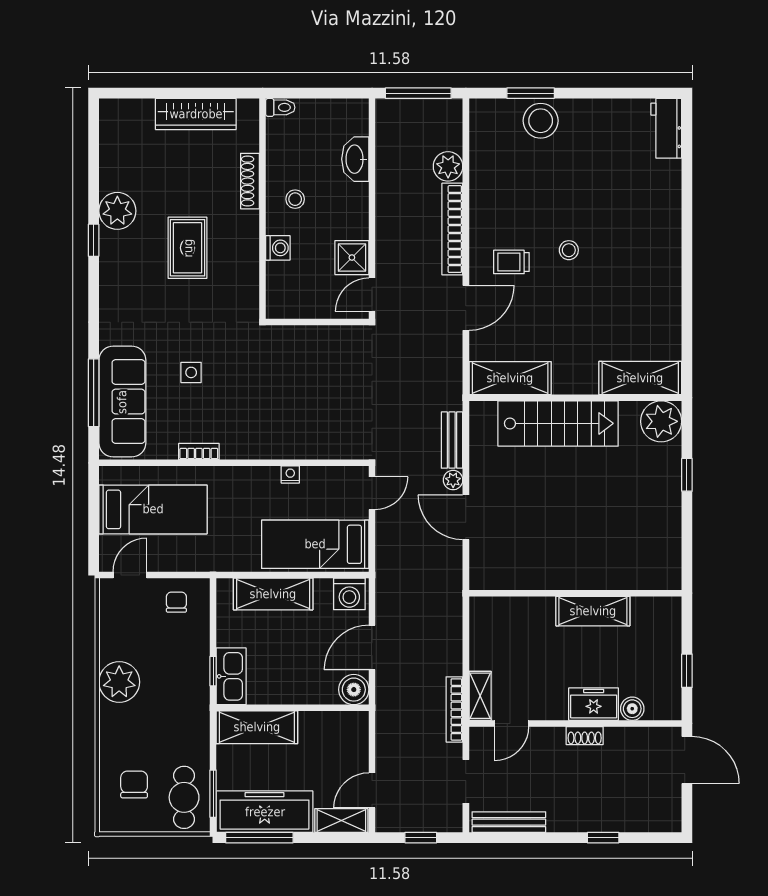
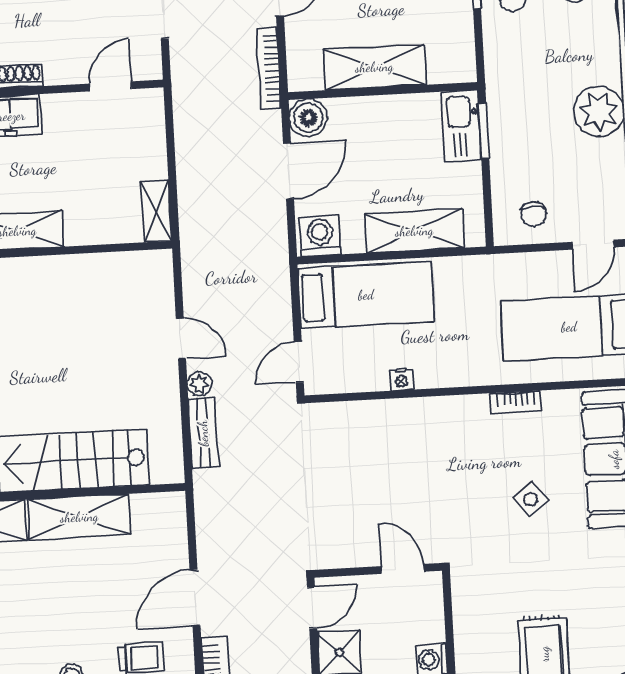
door: (298, 322) -> (402, 569), added
side table: (191, 372) -> (531, 499), turned -37
shelving: (510, 378) -> (79, 517), moved
door: (466, 517) -> (181, 339), width x0.73
window: (213, 671) -> (484, 131), width x1.50
shelving: (480, 696) -> (156, 211), moved
bookcase: (454, 709) -> (269, 68), moved, turned 180
shelving: (257, 727) -> (374, 67), moved

